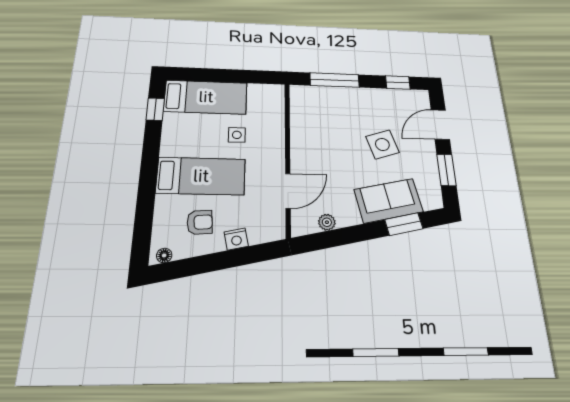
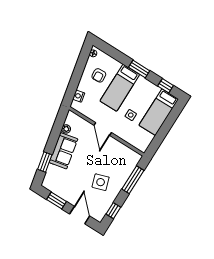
side table: (382, 144) -> (101, 182), moved
window: (150, 163) -> (139, 69), added
door: (288, 191) -> (103, 129), moved
sofa: (389, 201) -> (63, 151), moved
nightstand: (236, 239) -> (79, 96), moved

